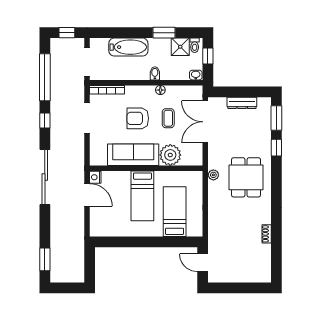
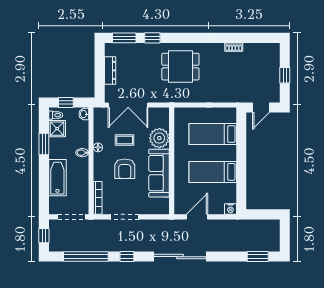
plant: (213, 175) -> (178, 97), removed
nightstand: (95, 177) -> (230, 209), moved
bed: (142, 196) -> (213, 172), moved, turned 180
window: (237, 288) -> (285, 75), added

